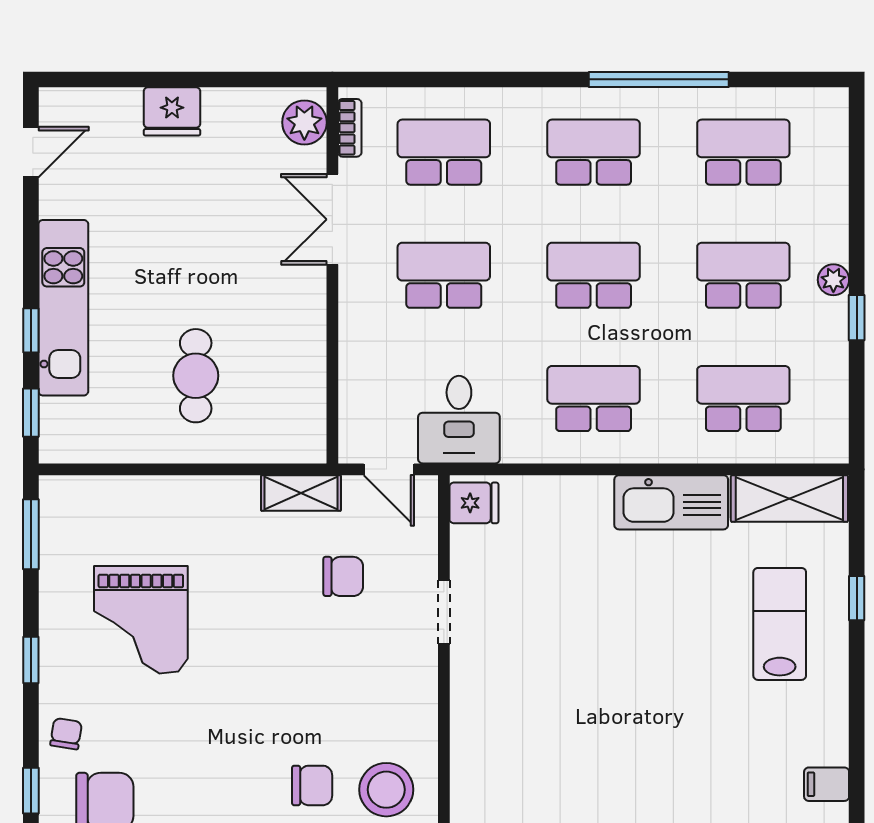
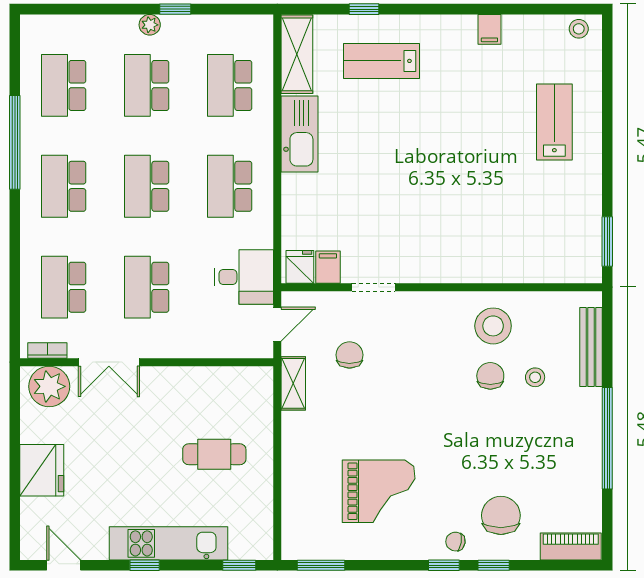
fridge: (172, 111) -> (42, 470), width x1.36, depth x1.34
plant: (304, 122) -> (49, 386), width x1.36, depth x1.36
window: (31, 330) -> (145, 565), moved
filing cabinet: (474, 544) -> (328, 267), added
window: (31, 660) -> (444, 565), moved

